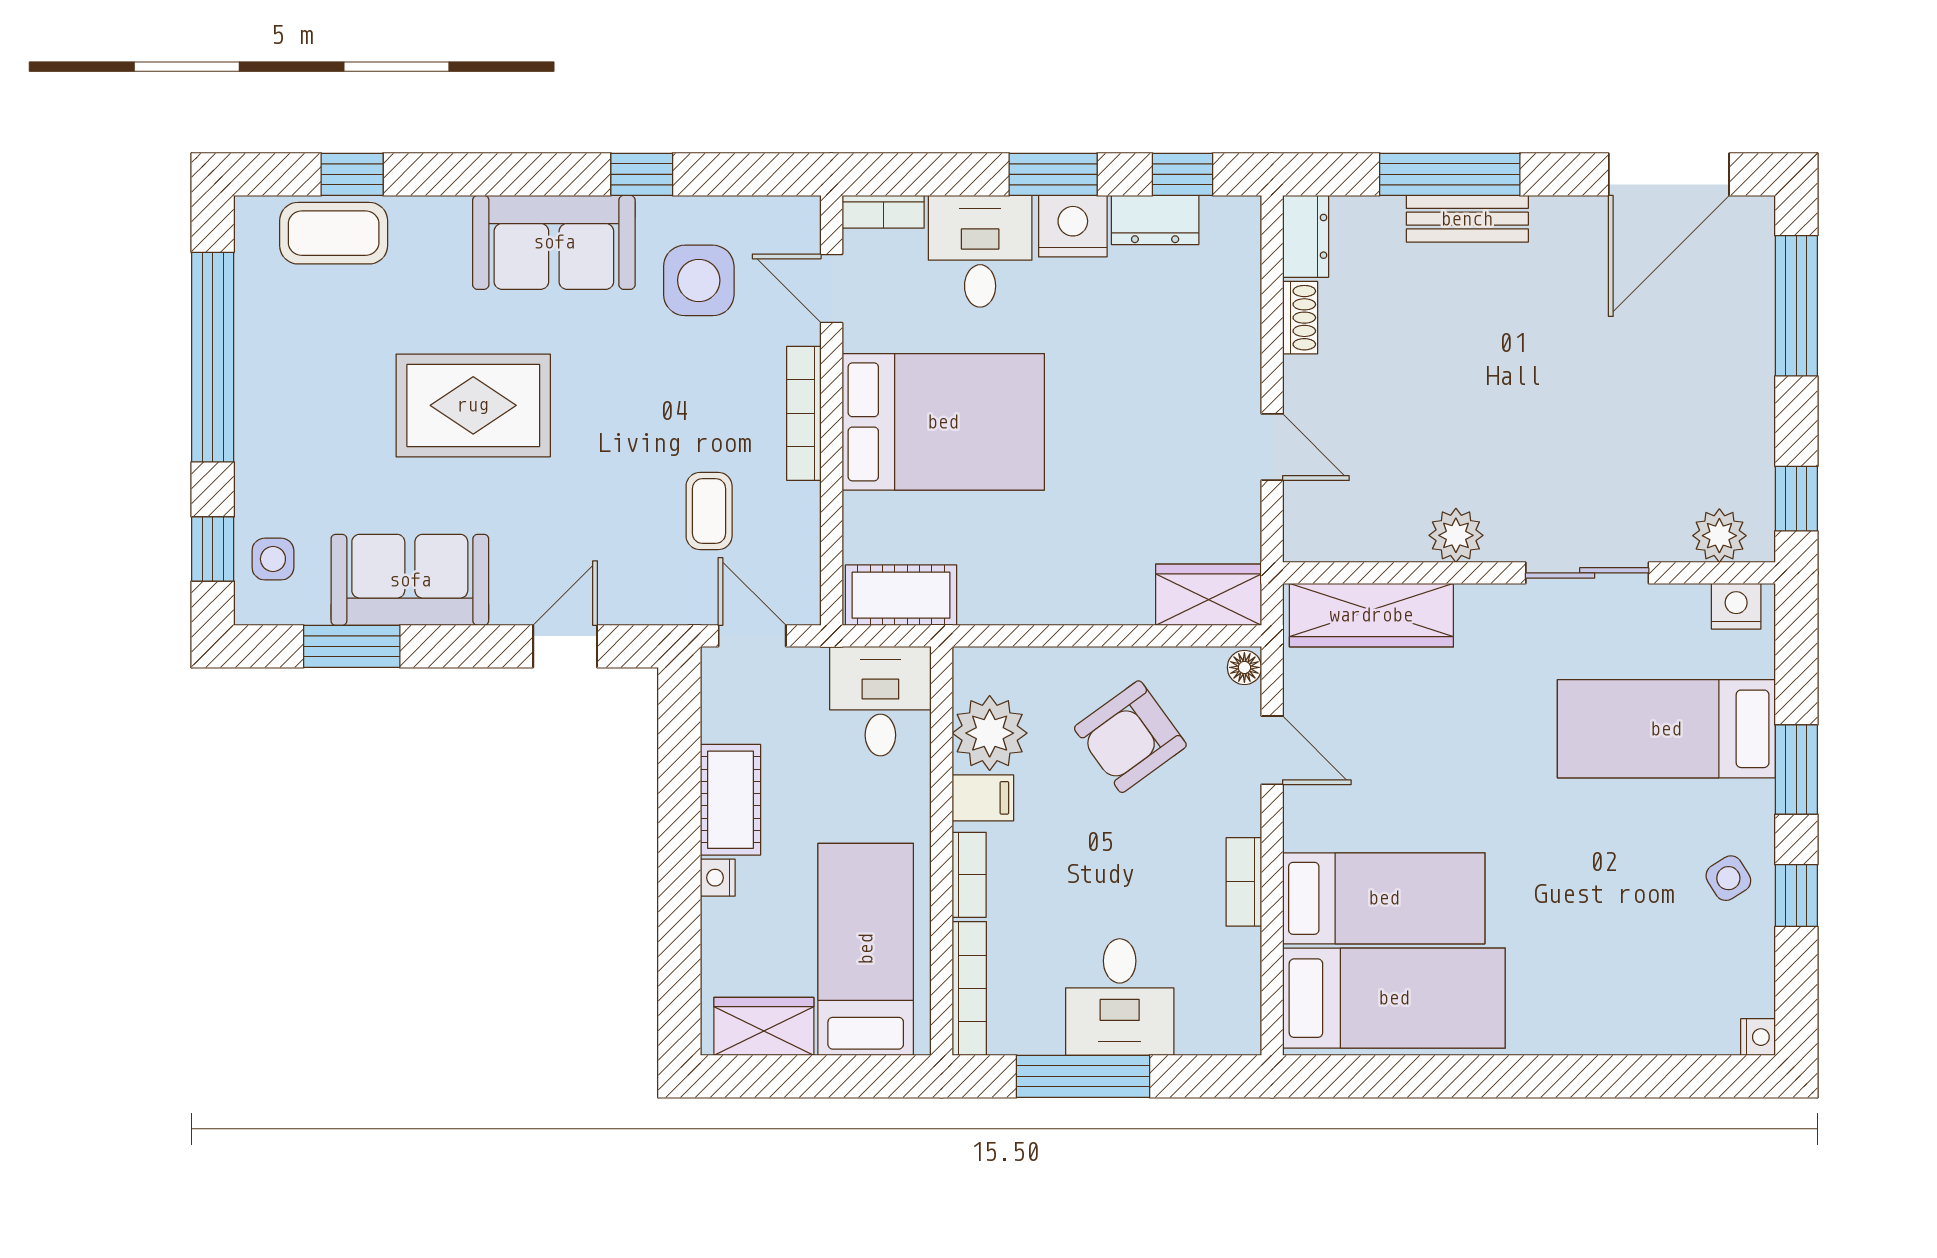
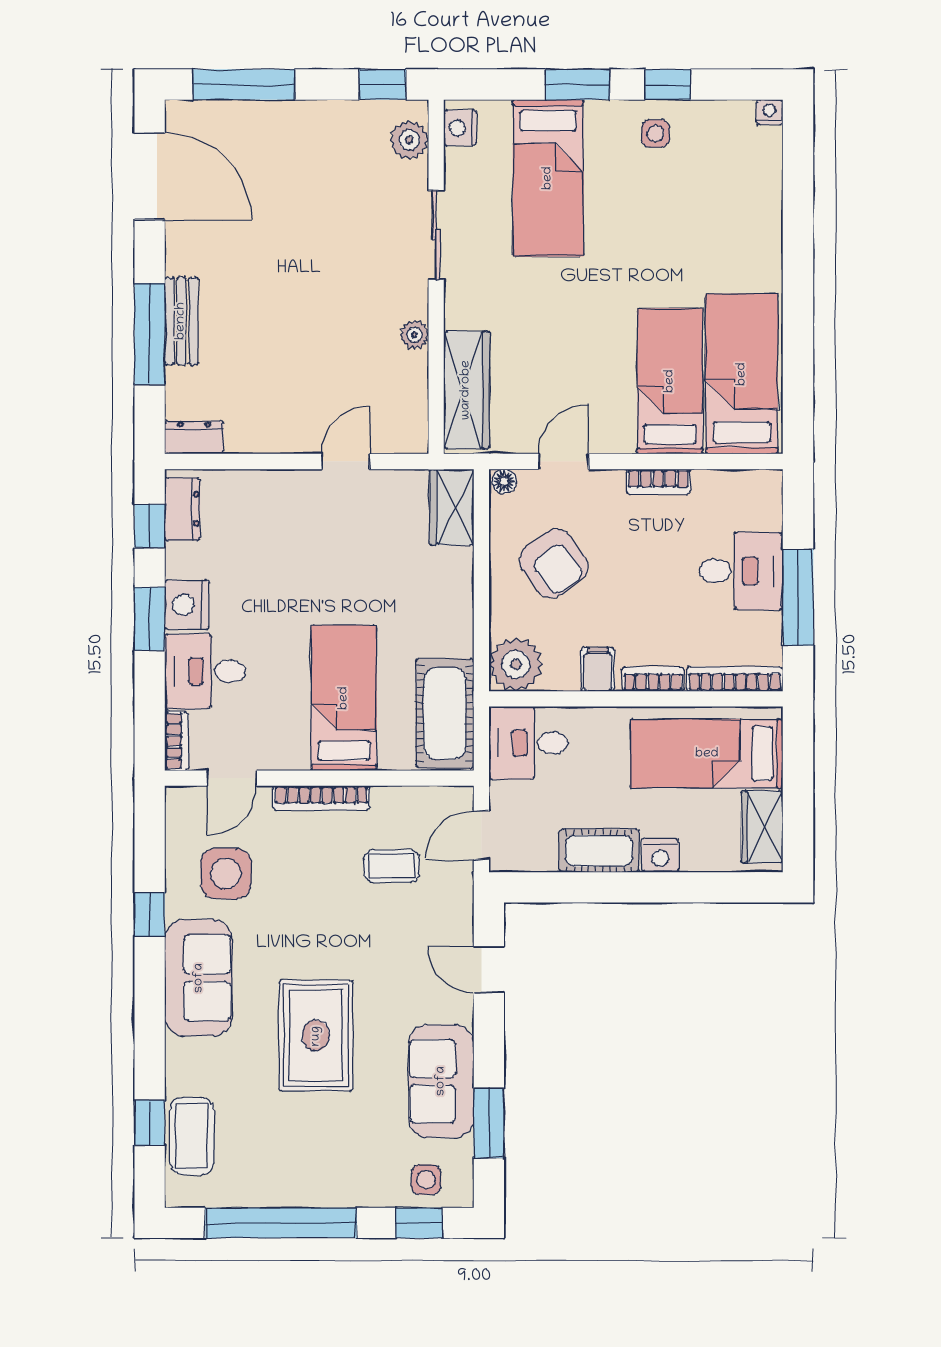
dresser: (1155, 220) -> (182, 509), moved
shoe rack: (1300, 318) -> (253, 441), removed
bed: (943, 422) -> (344, 698), width x0.67
plant: (1456, 535) -> (414, 335), width x0.73, depth x0.73
cot: (901, 595) -> (445, 713), width x1.37, depth x1.34
plant: (990, 733) -> (516, 664), moved
nightstand: (718, 878) -> (660, 855), width x1.39, depth x1.35
side table: (1728, 878) -> (655, 133), turned 32

